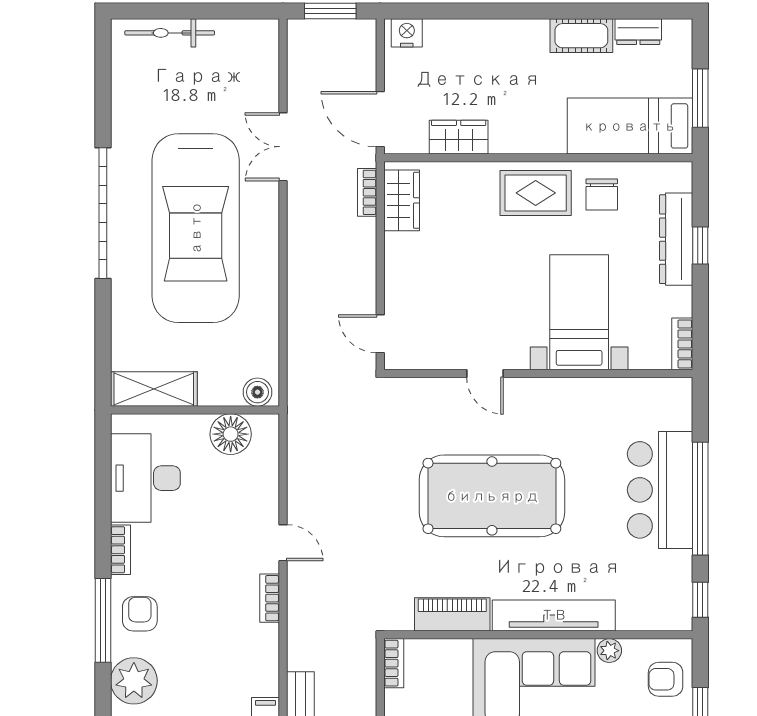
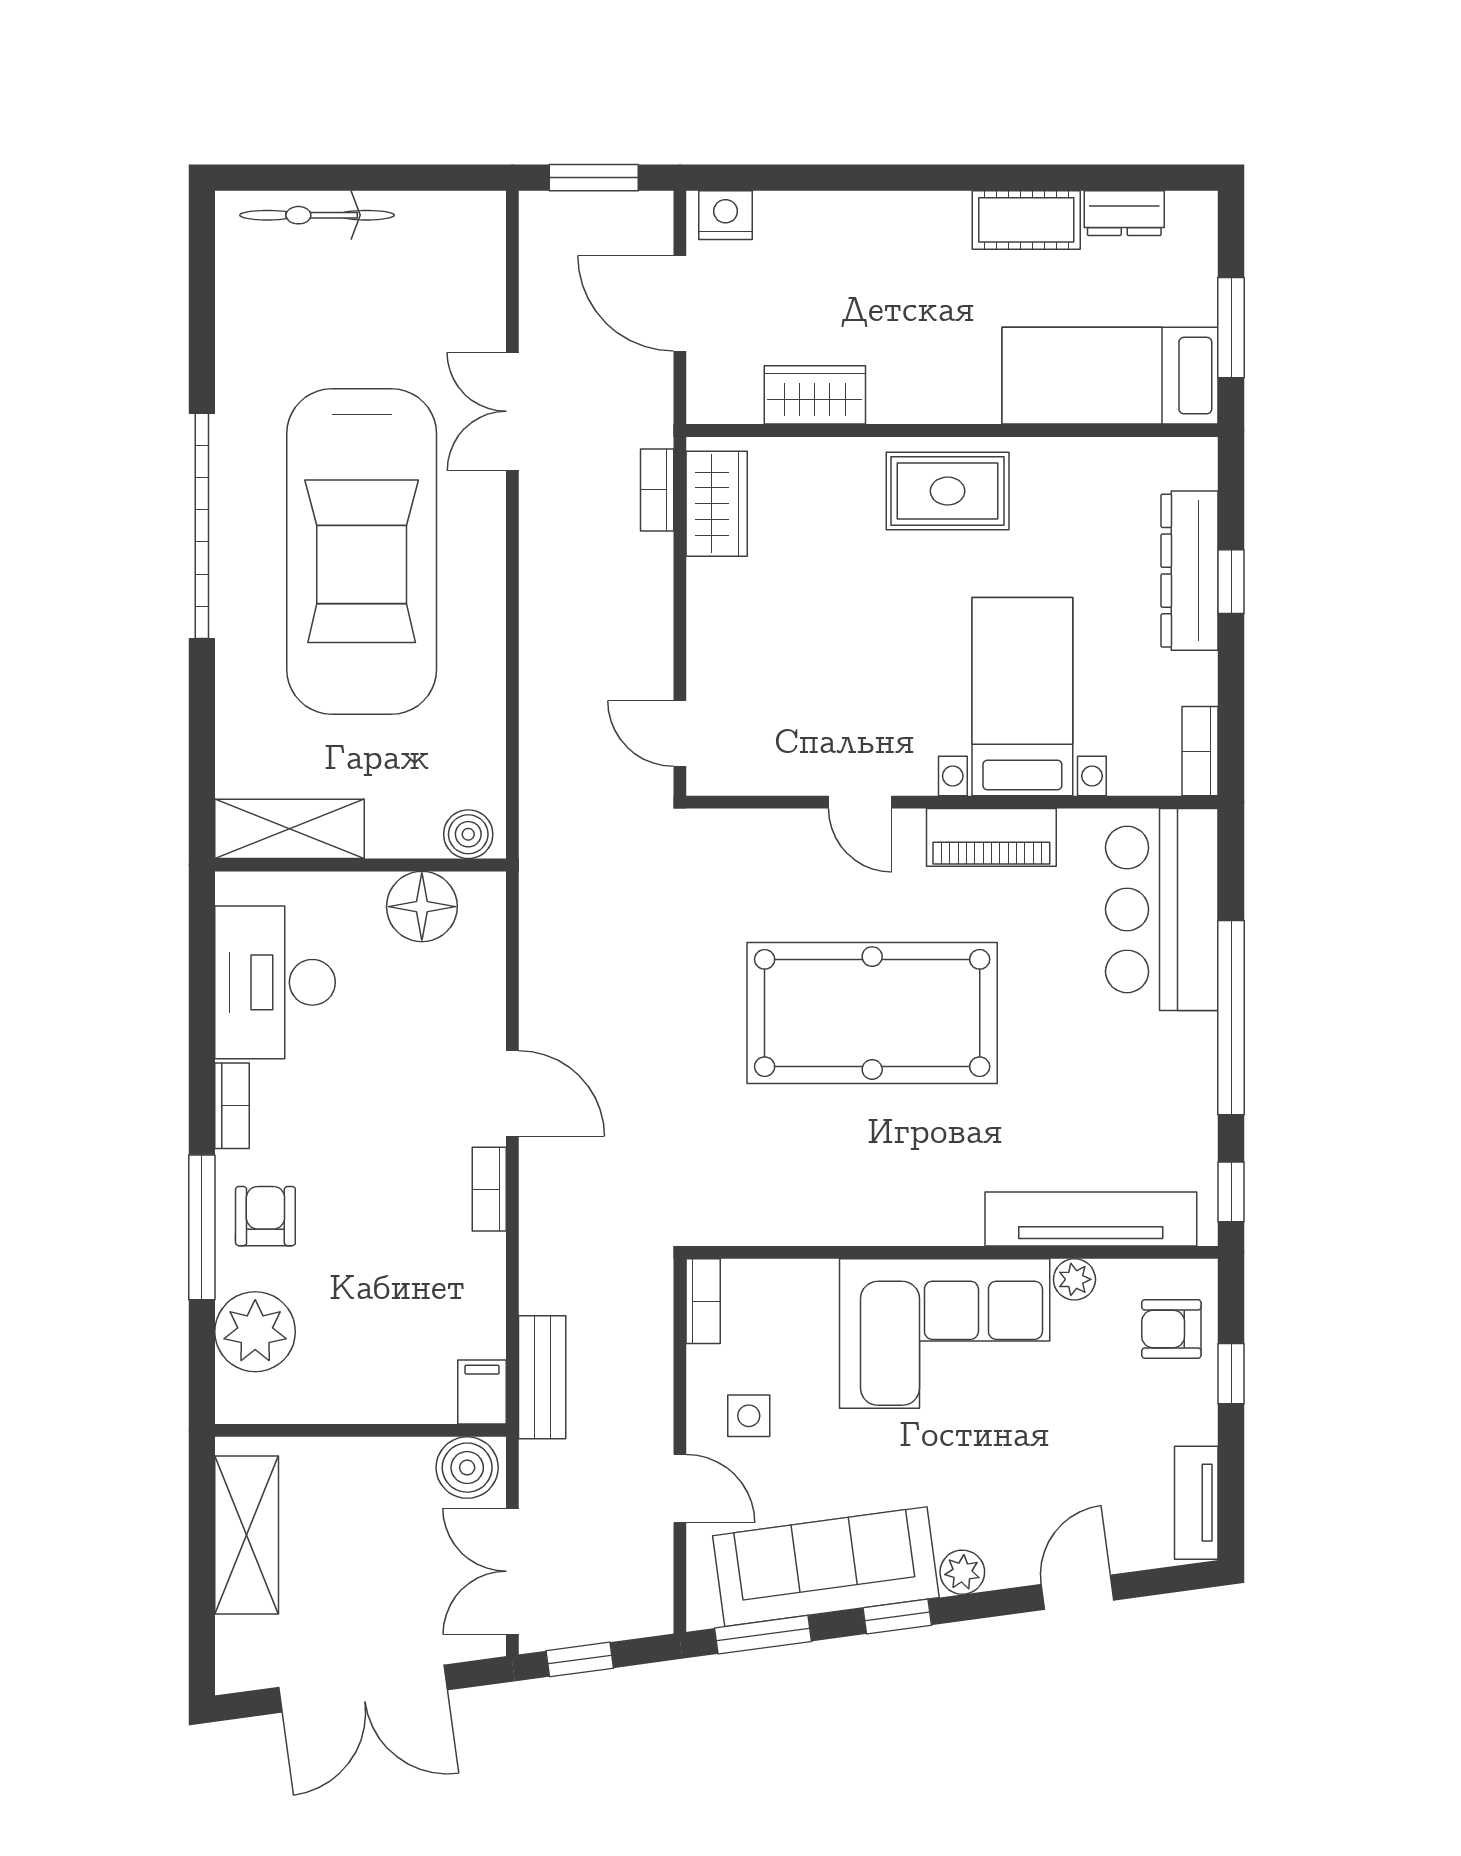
door: (380, 119) -> (680, 303), moved
chair: (602, 195) -> (1062, 494), removed
bar counter: (660, 490) -> (1162, 909), moved
door: (283, 543) -> (512, 1094), width x1.38
piano: (452, 614) -> (991, 837), moved, turned 180
tv unit: (554, 615) -> (1091, 1219), moved

